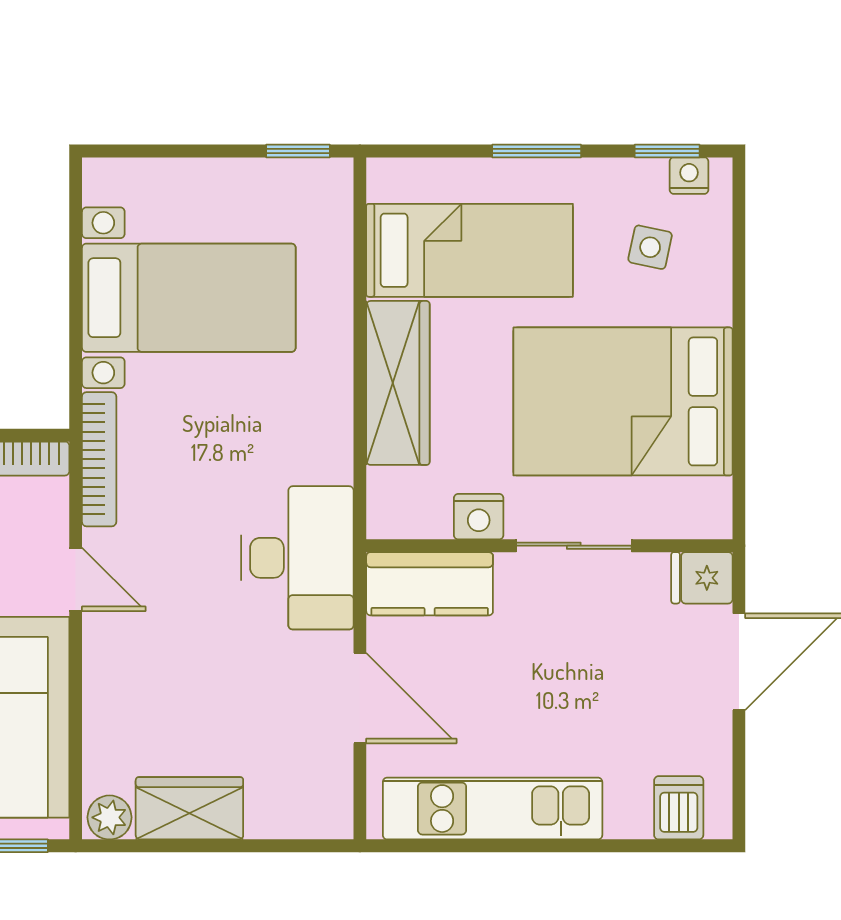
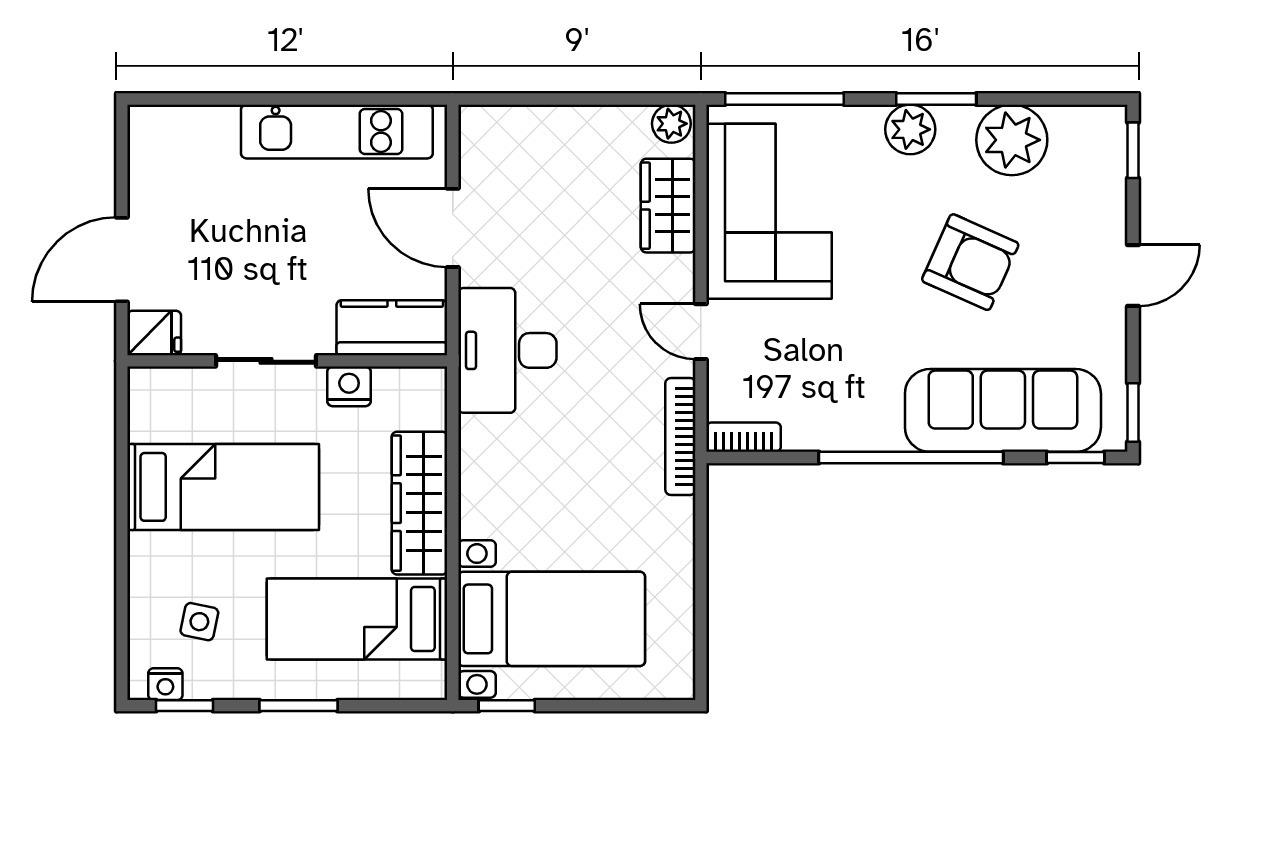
bed with nightstands: (189, 298) -> (552, 619), moved, turned 180
bed: (623, 401) -> (223, 487), width x0.67
wardrobe: (189, 808) -> (668, 206), moved, turned 90
dishwasher: (679, 808) -> (174, 132), removed

